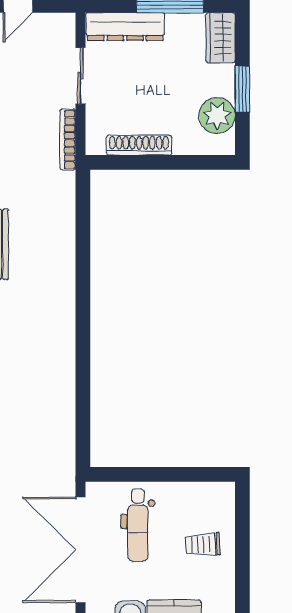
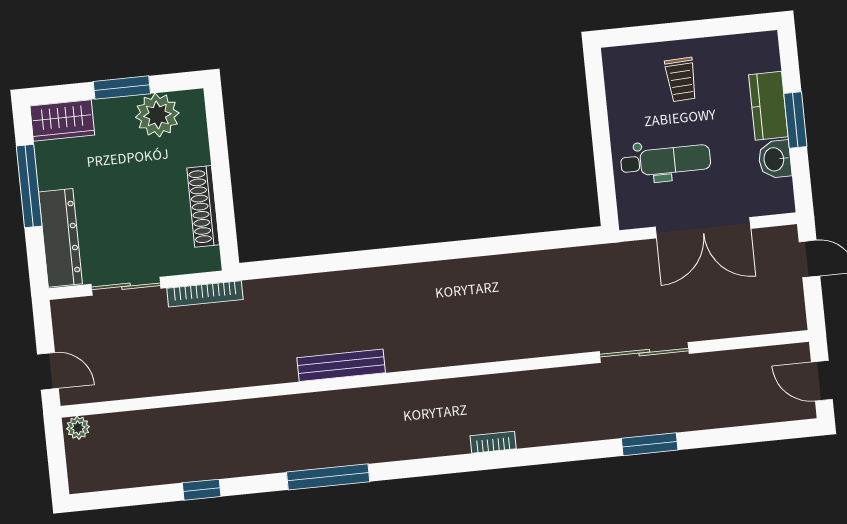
double door: (80, 550) -> (703, 228), width x0.73

